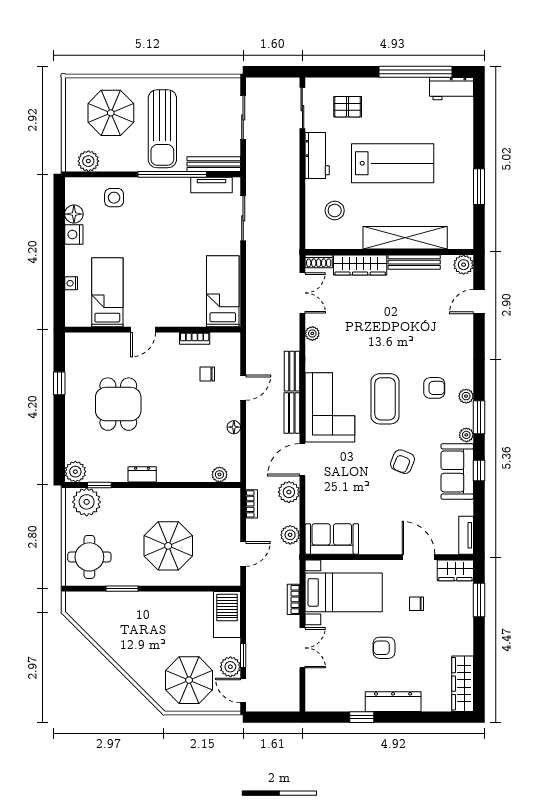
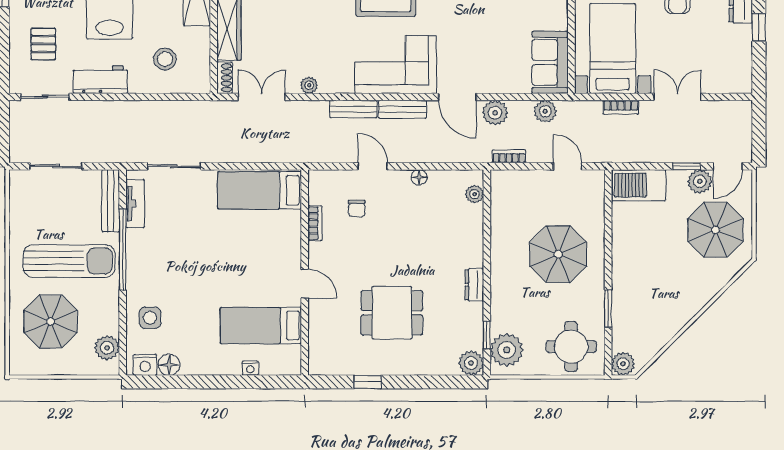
nightstand: (74, 234) -> (145, 365), moved
plant: (75, 601) -> (623, 364), added

